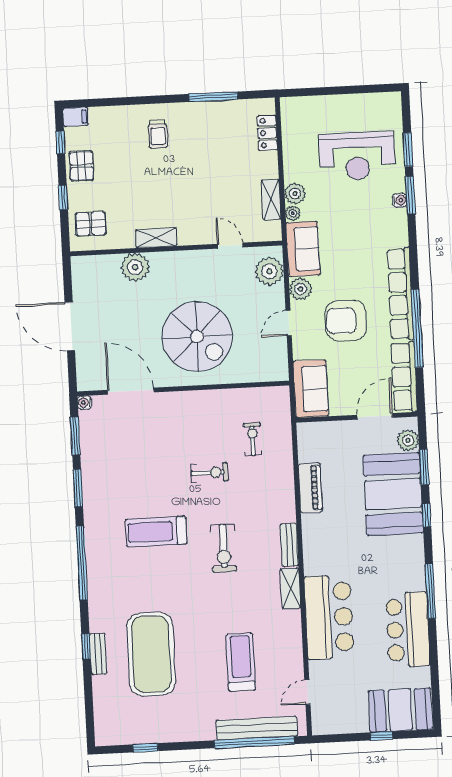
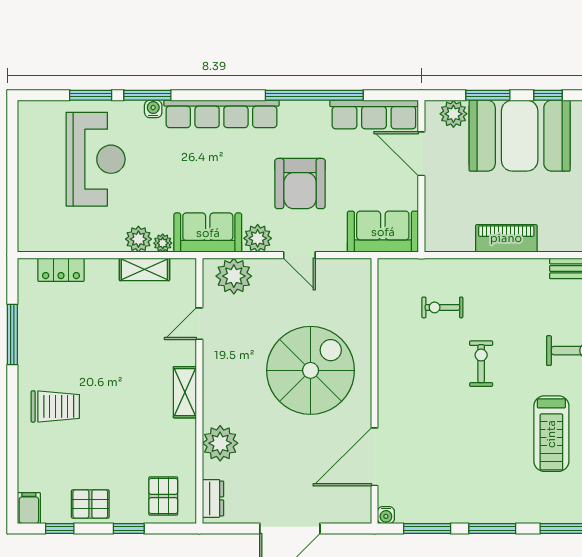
trolley: (158, 134) -> (55, 406), width x1.36, depth x1.39
shelving: (156, 238) -> (185, 392), moved
dresser: (91, 264) -> (213, 498), added
row of seats: (400, 294) -> (222, 114), moved

